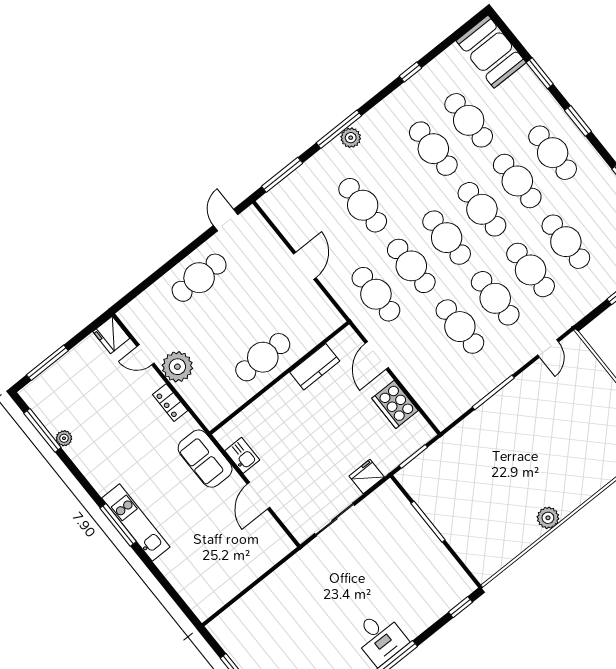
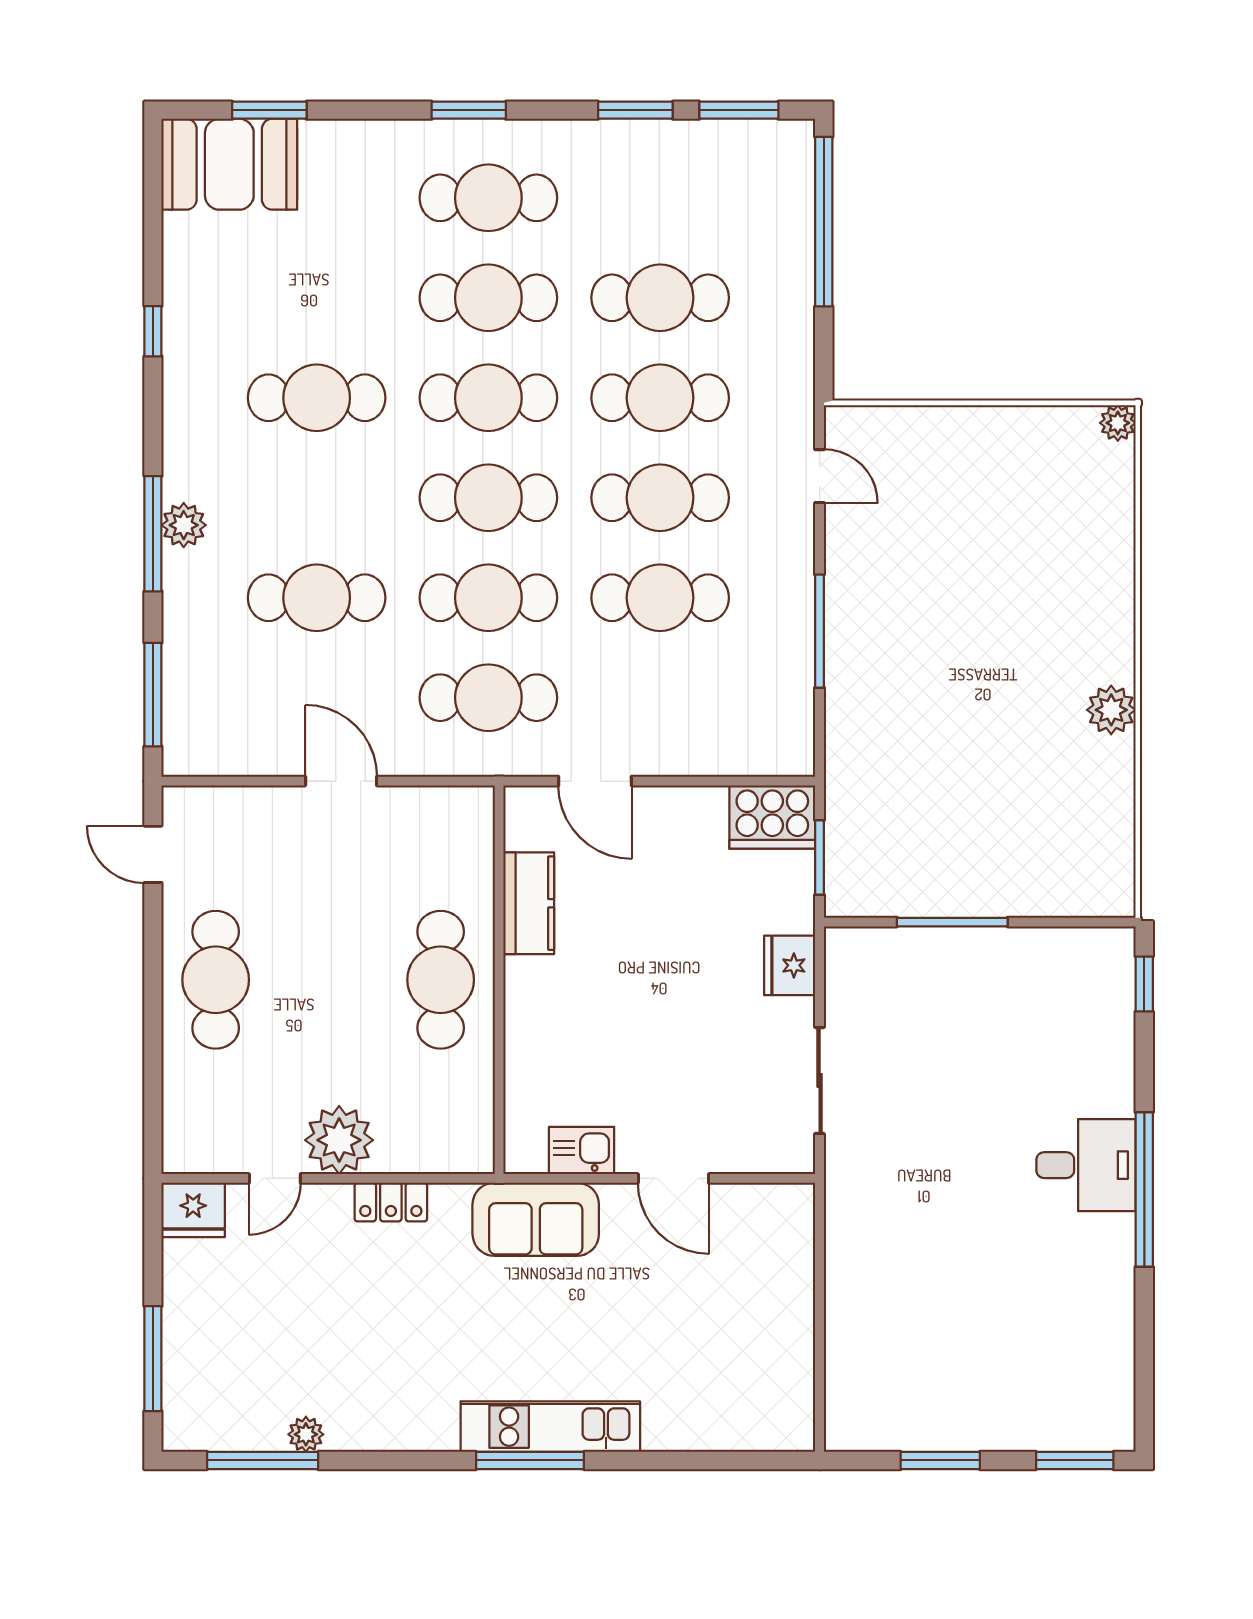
window: (540, 73) -> (269, 110), moved
cafe table: (469, 120) -> (317, 298), removed
cooker: (395, 404) -> (772, 817), moved

